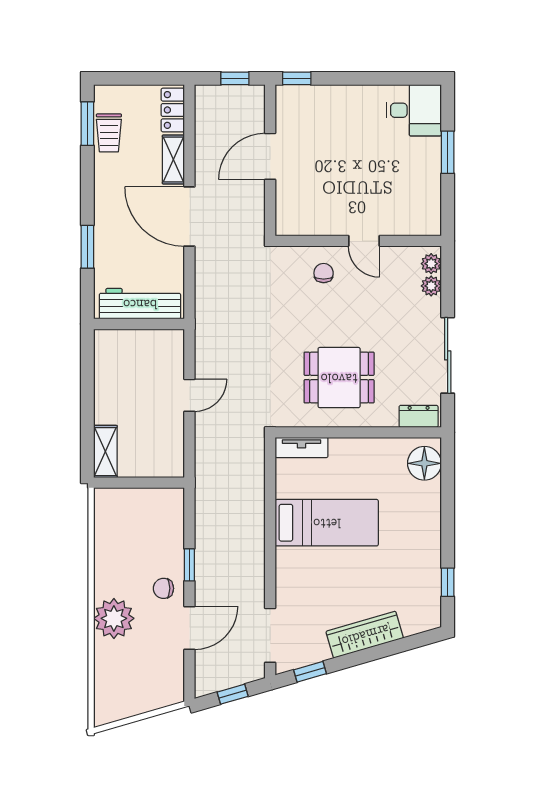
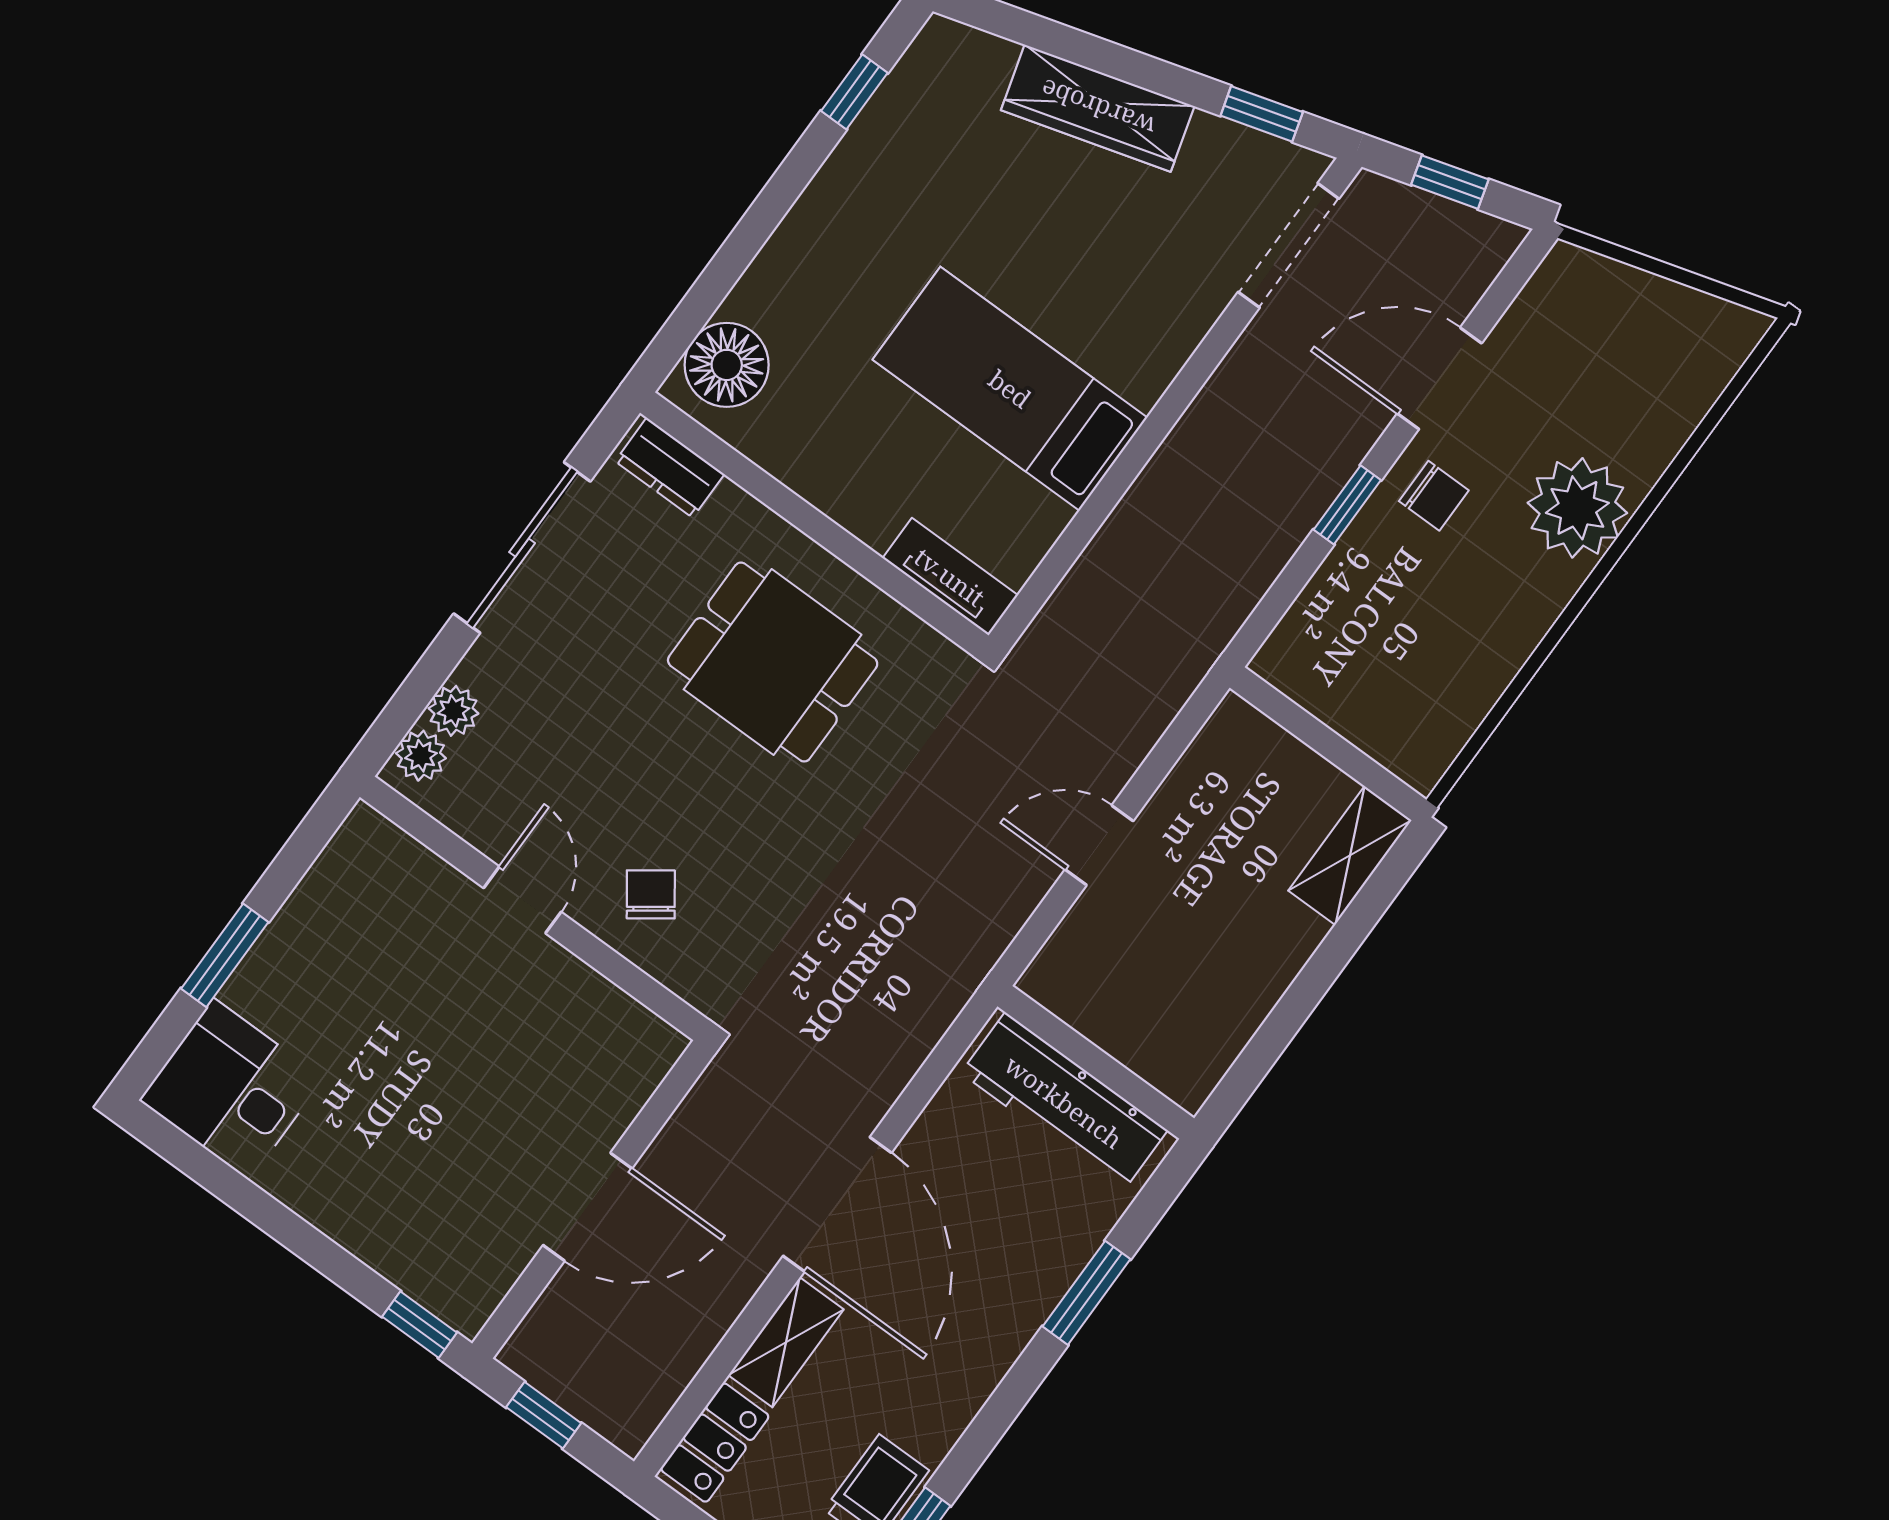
chair: (324, 273) -> (651, 894), turned 144

